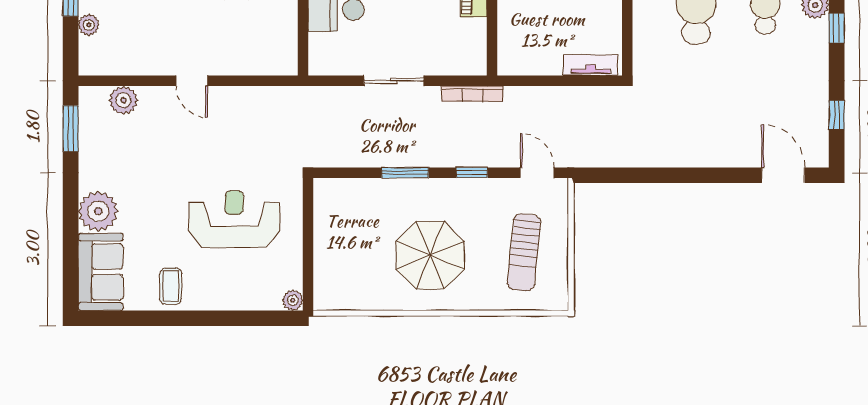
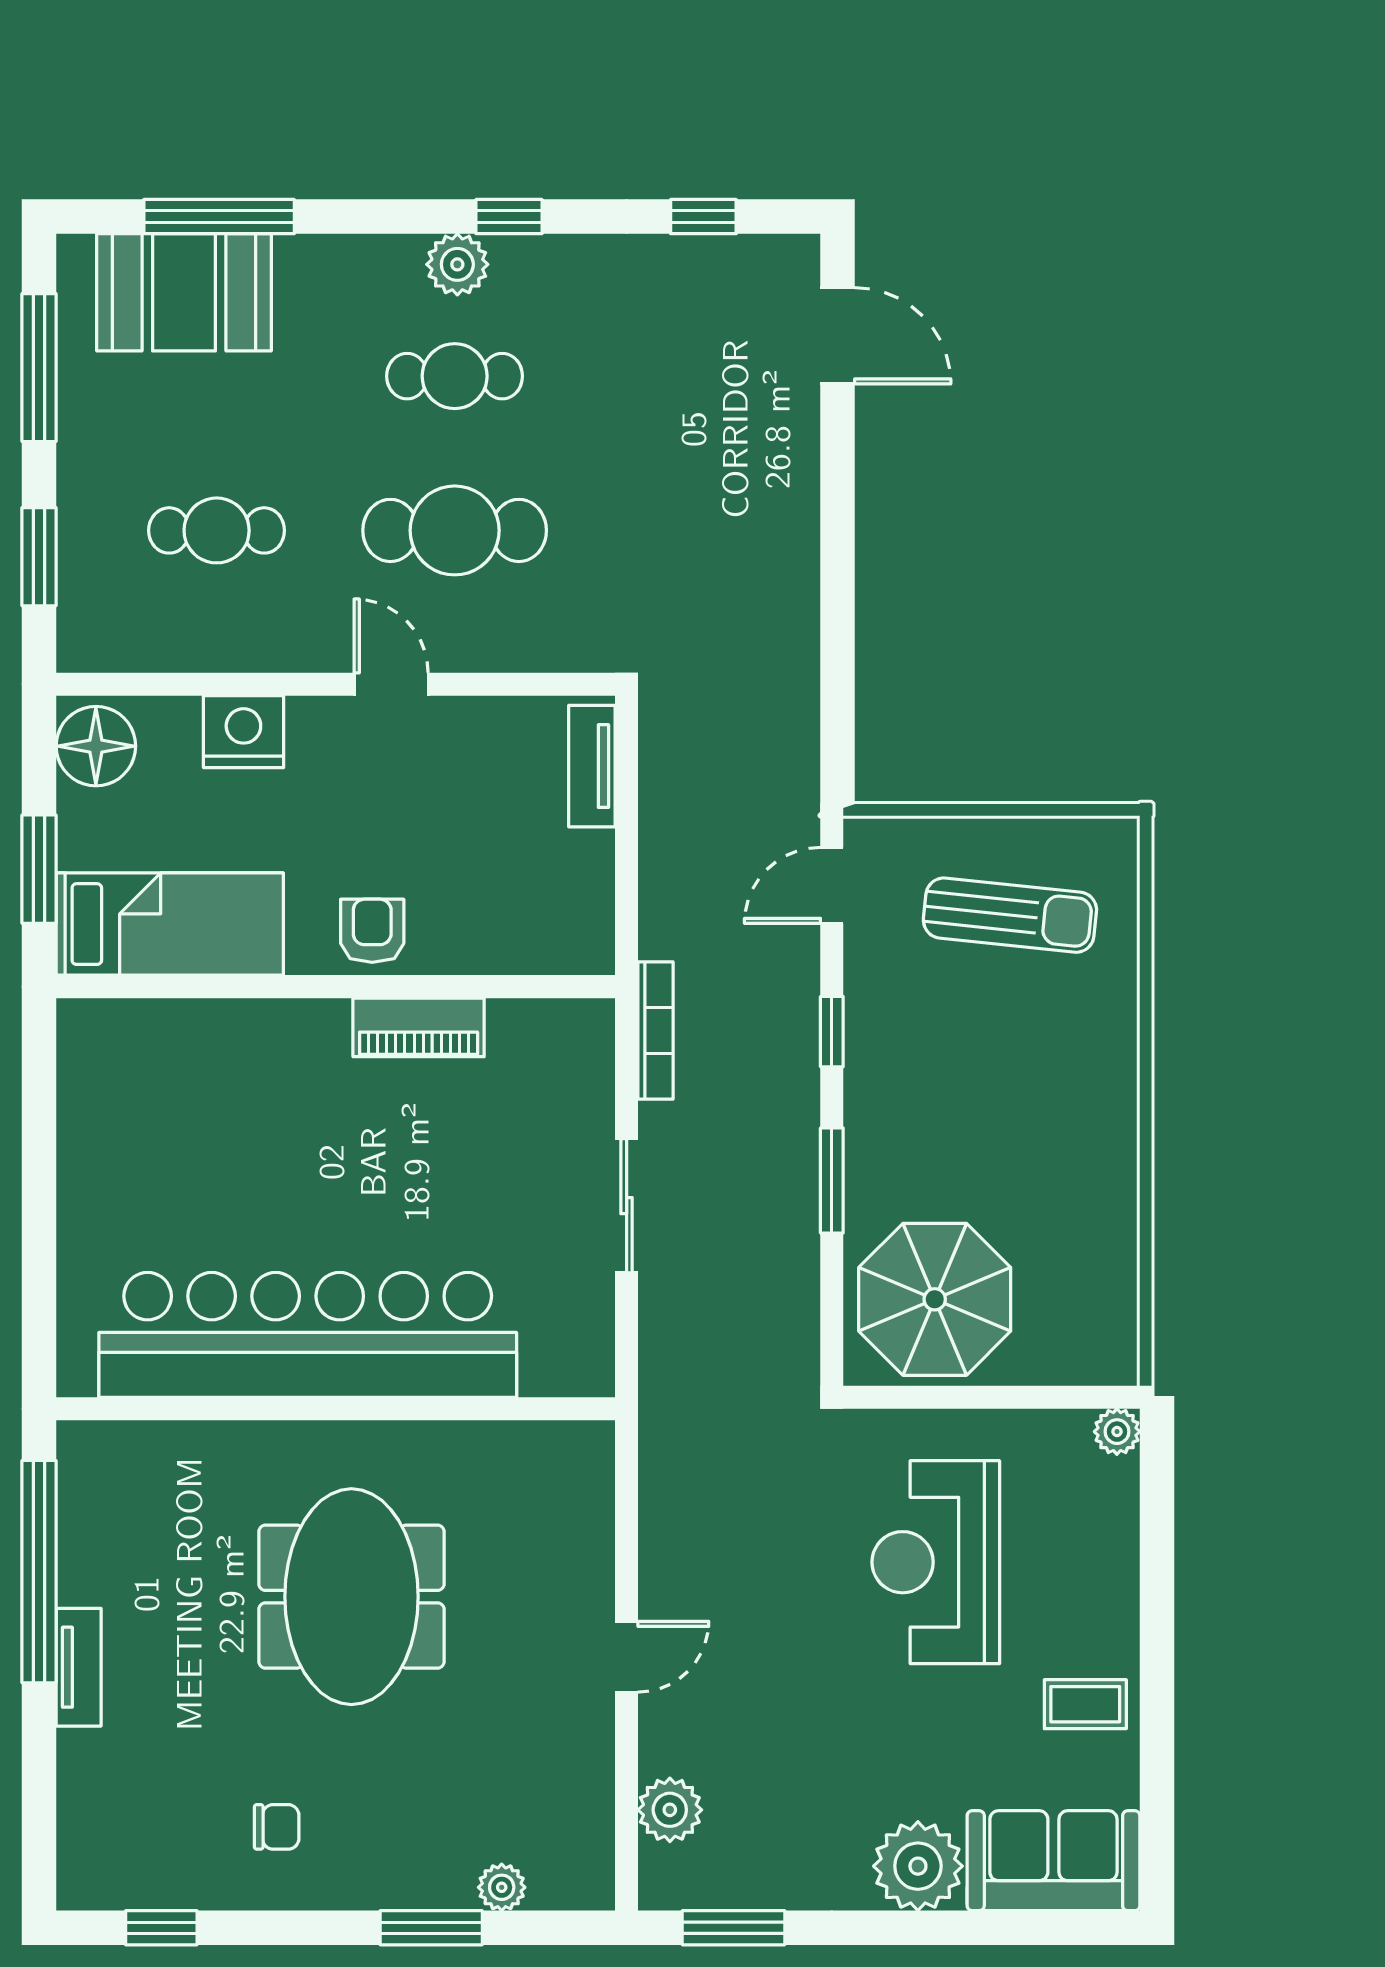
door: (783, 175) -> (838, 336), swing flipped
parasol: (430, 255) -> (935, 1299), moved

